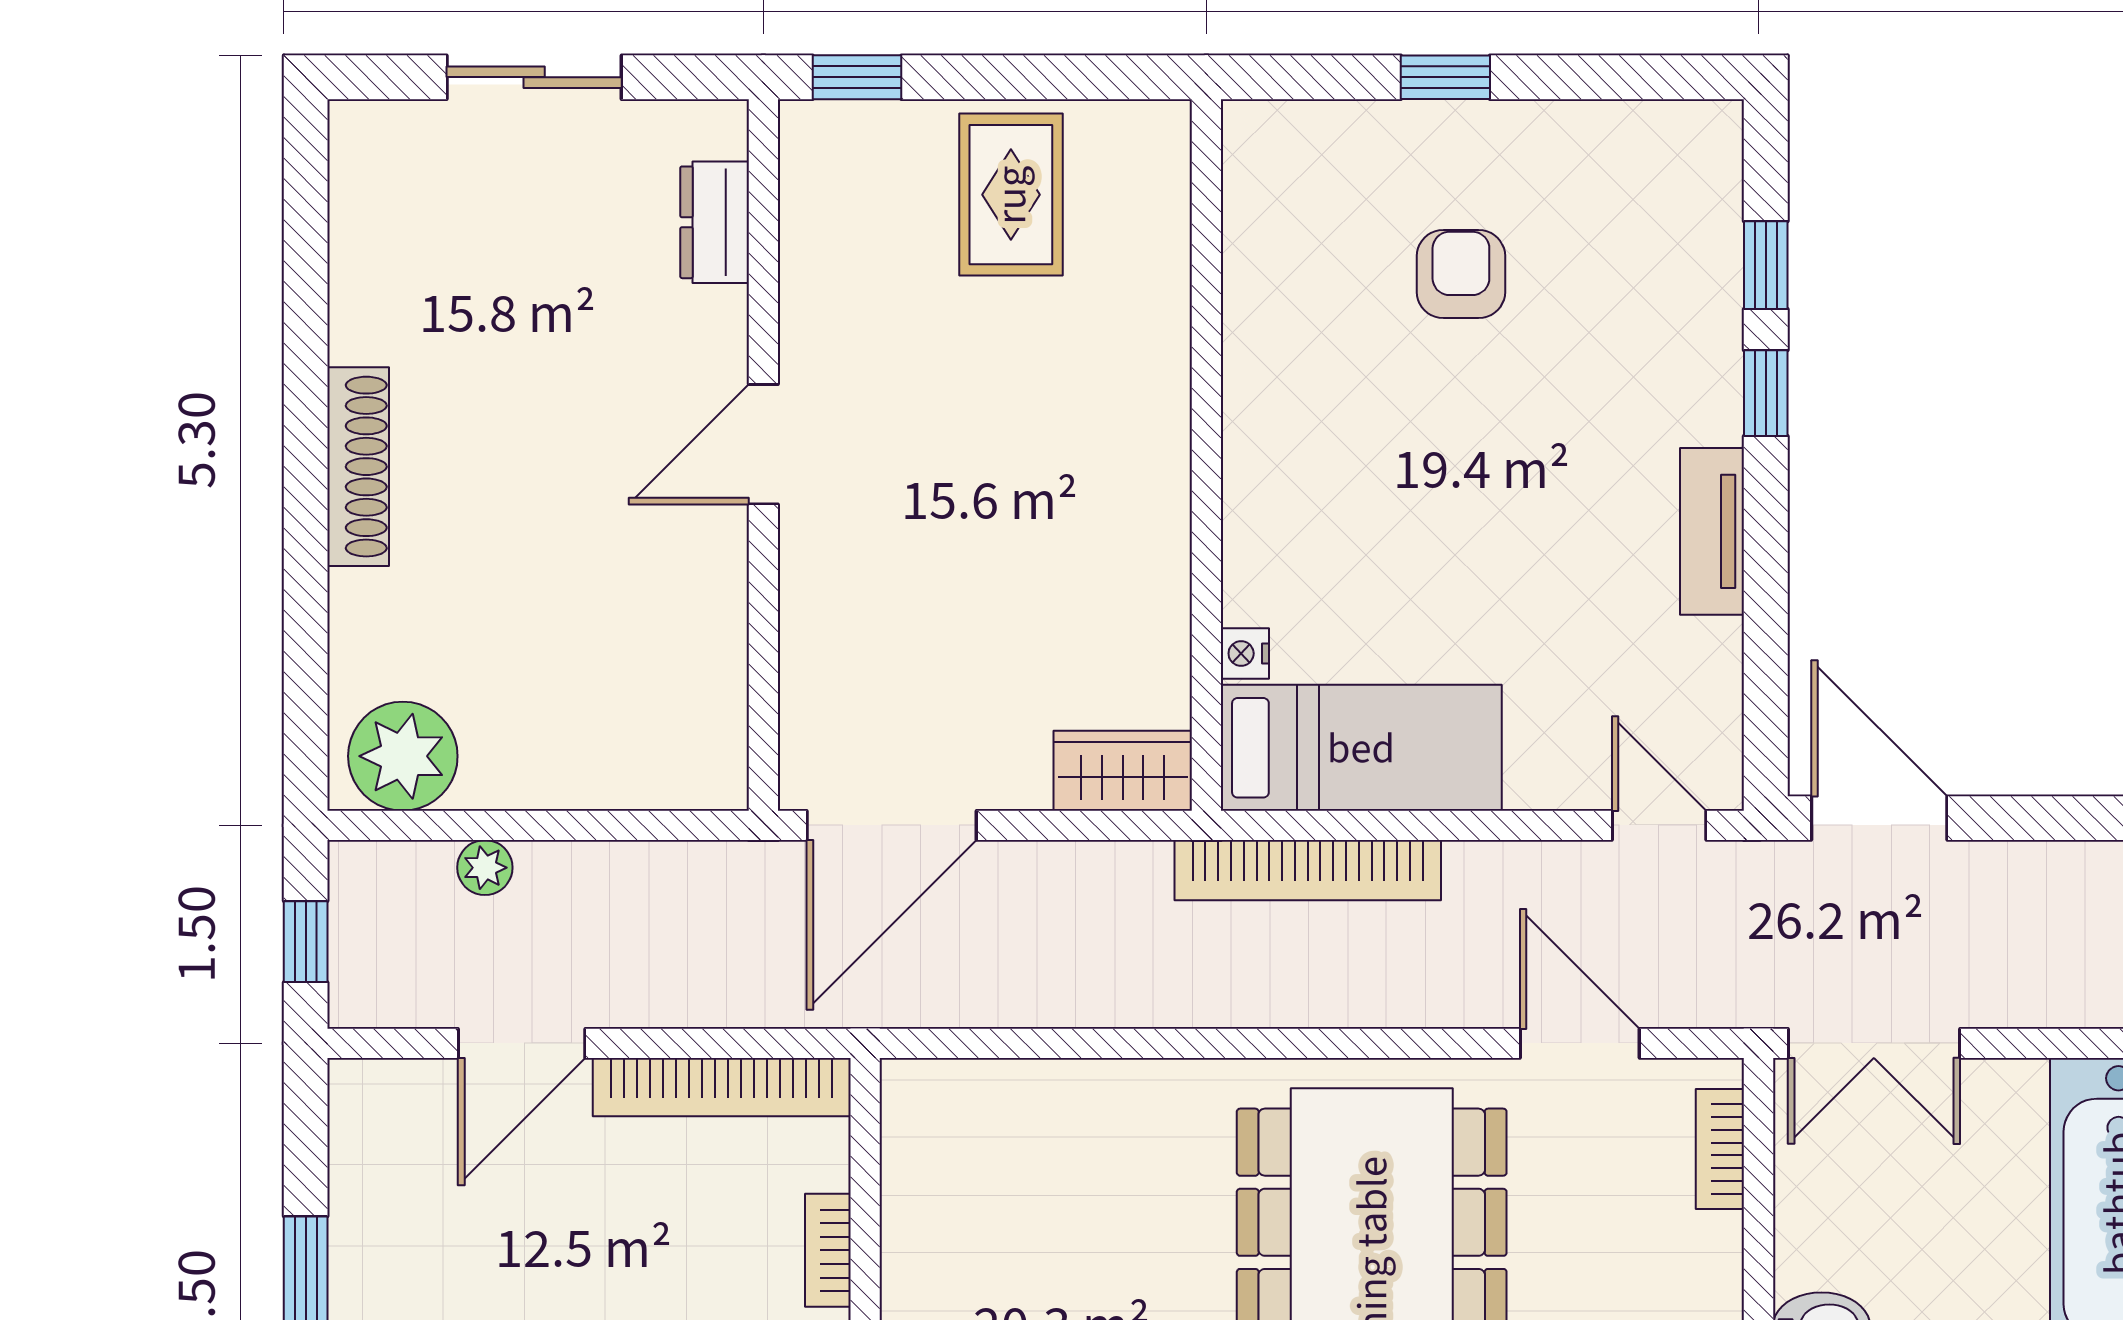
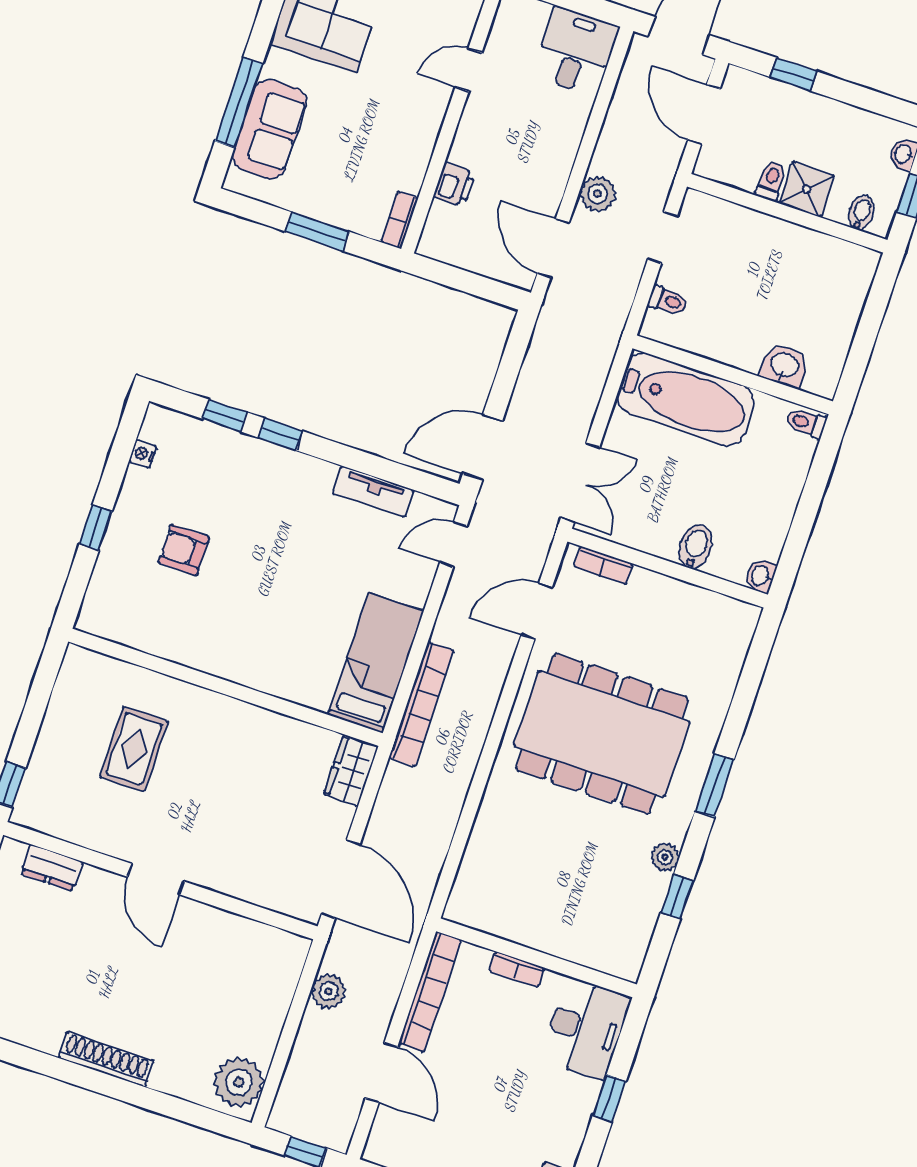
rug: (1011, 195) -> (134, 749), moved, turned 90
tv unit: (1712, 531) -> (373, 492), moved
nightstand: (1245, 653) -> (143, 454), moved, turned 90
plant: (485, 868) -> (328, 991), moved, width x1.38, depth x1.38

